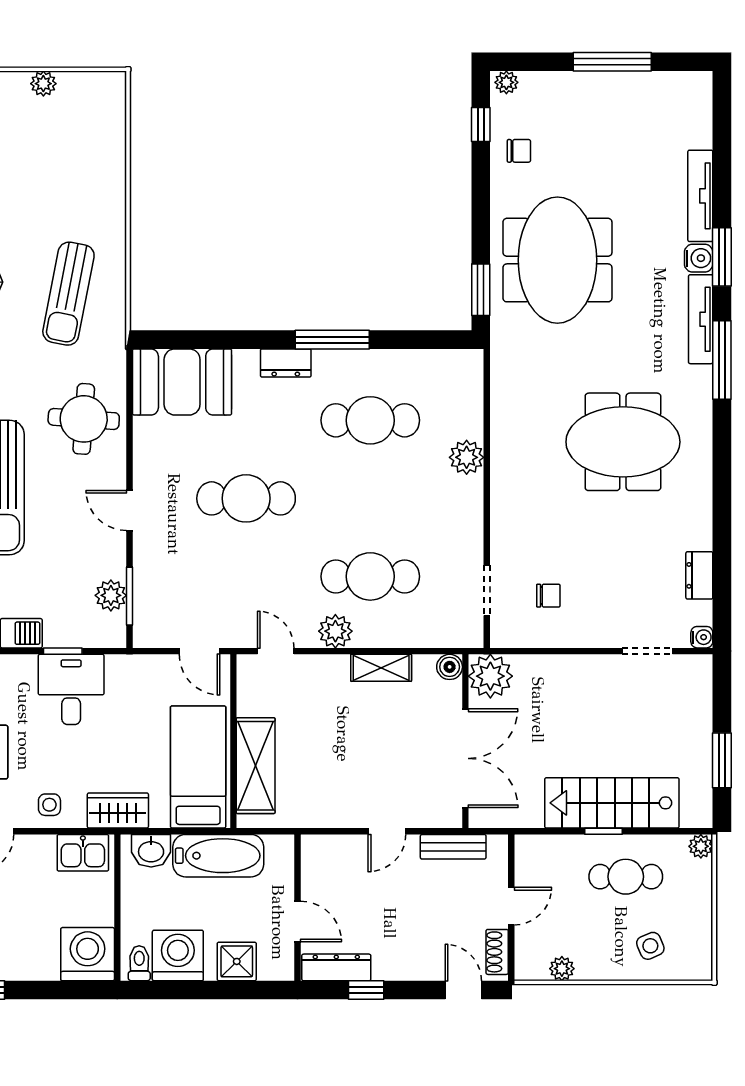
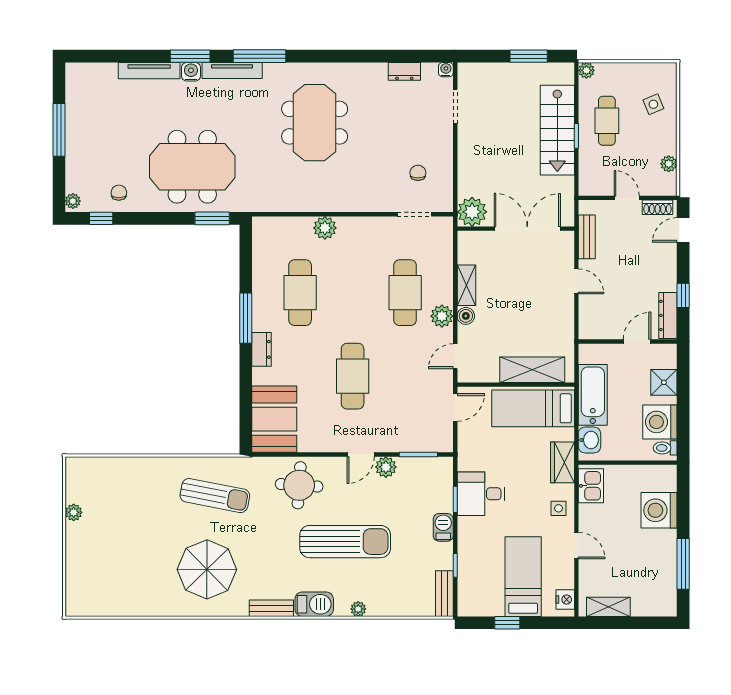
plant: (111, 595) -> (386, 467), moved
boiler: (450, 667) -> (466, 316), moved
washing machine: (88, 954) -> (659, 510), moved

